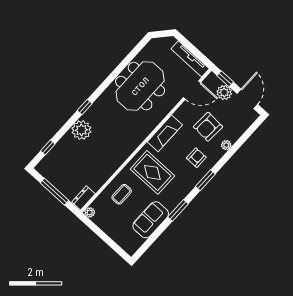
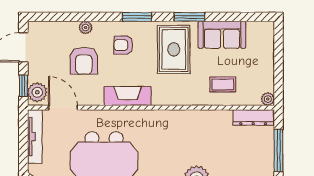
plant: (224, 92) -> (37, 92), moved
armchair: (208, 127) -> (84, 61), turned 87
rug: (152, 172) -> (174, 49), moved
dresser: (84, 198) -> (253, 118), width x1.44

